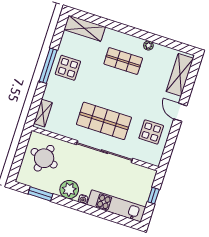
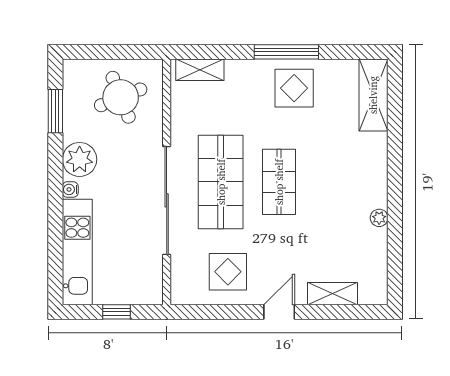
shop shelf: (123, 61) -> (279, 182), moved
shelving: (180, 75) -> (332, 294), width x0.67, depth x0.75
round table: (44, 158) -> (121, 97), turned -38

